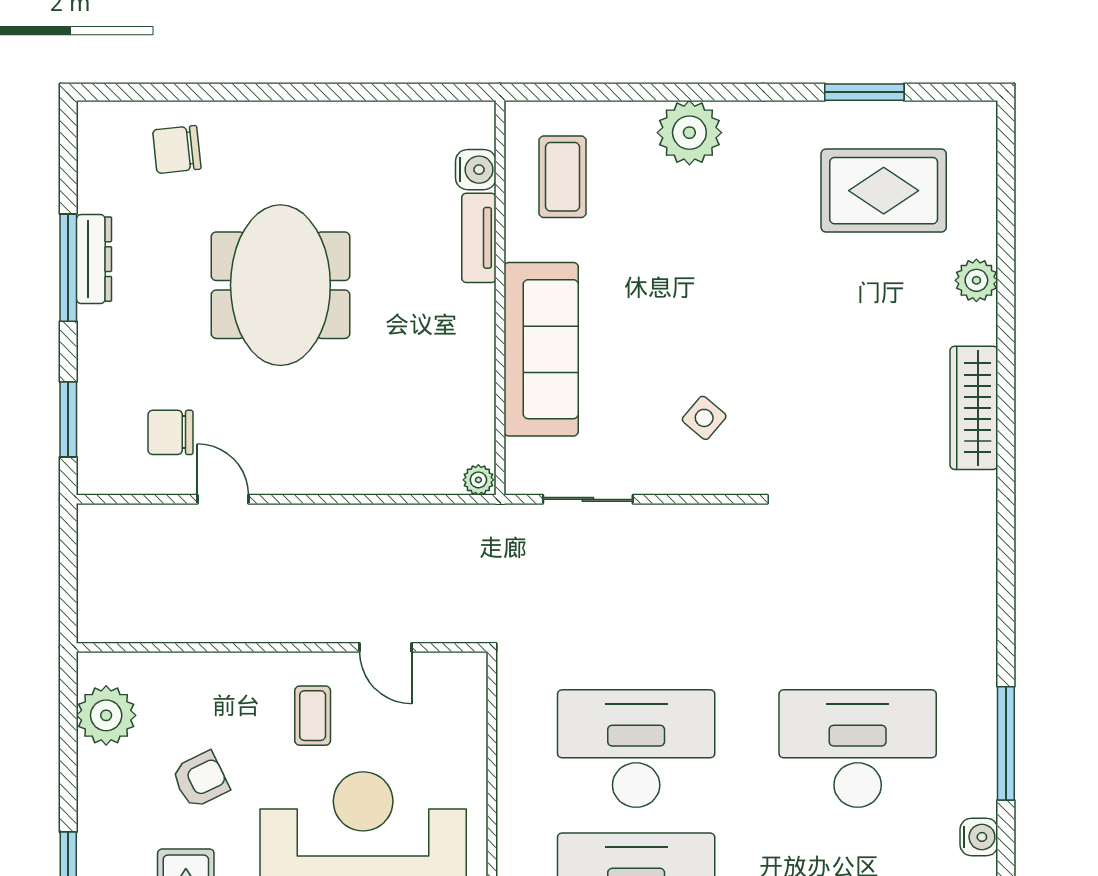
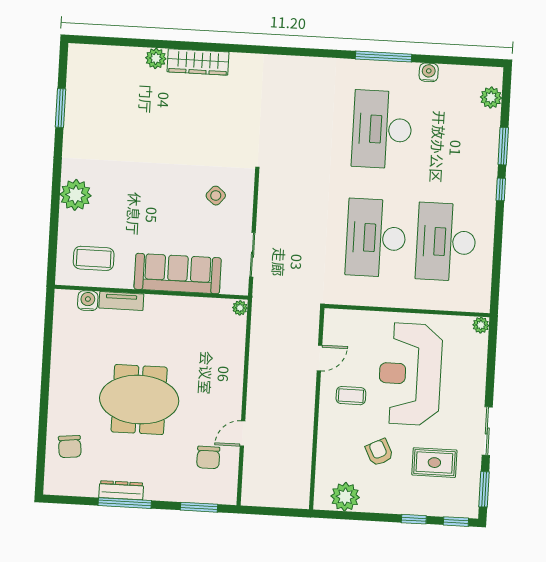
rug: (884, 191) -> (109, 101), removed
wardrobe: (974, 408) -> (198, 62), moved

